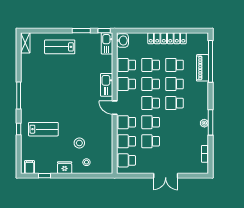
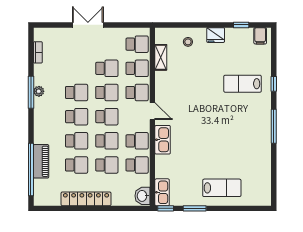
shelving: (25, 43) -> (161, 57), moved
school desk: (174, 122) -> (77, 93), added
stool: (79, 143) -> (197, 66), removed

